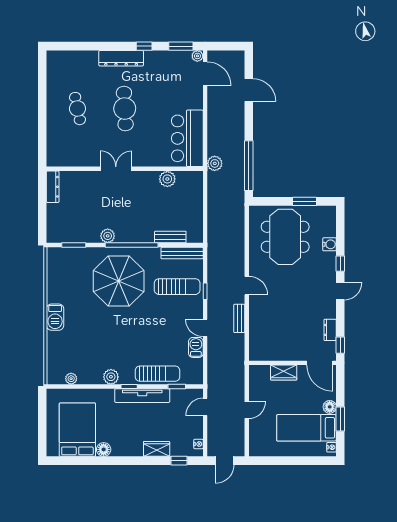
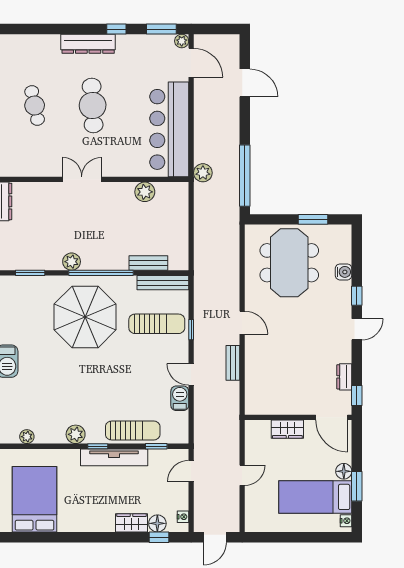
bar counter: (187, 138) -> (169, 129), width x1.36
floor lamp: (104, 449) -> (157, 523), moved

